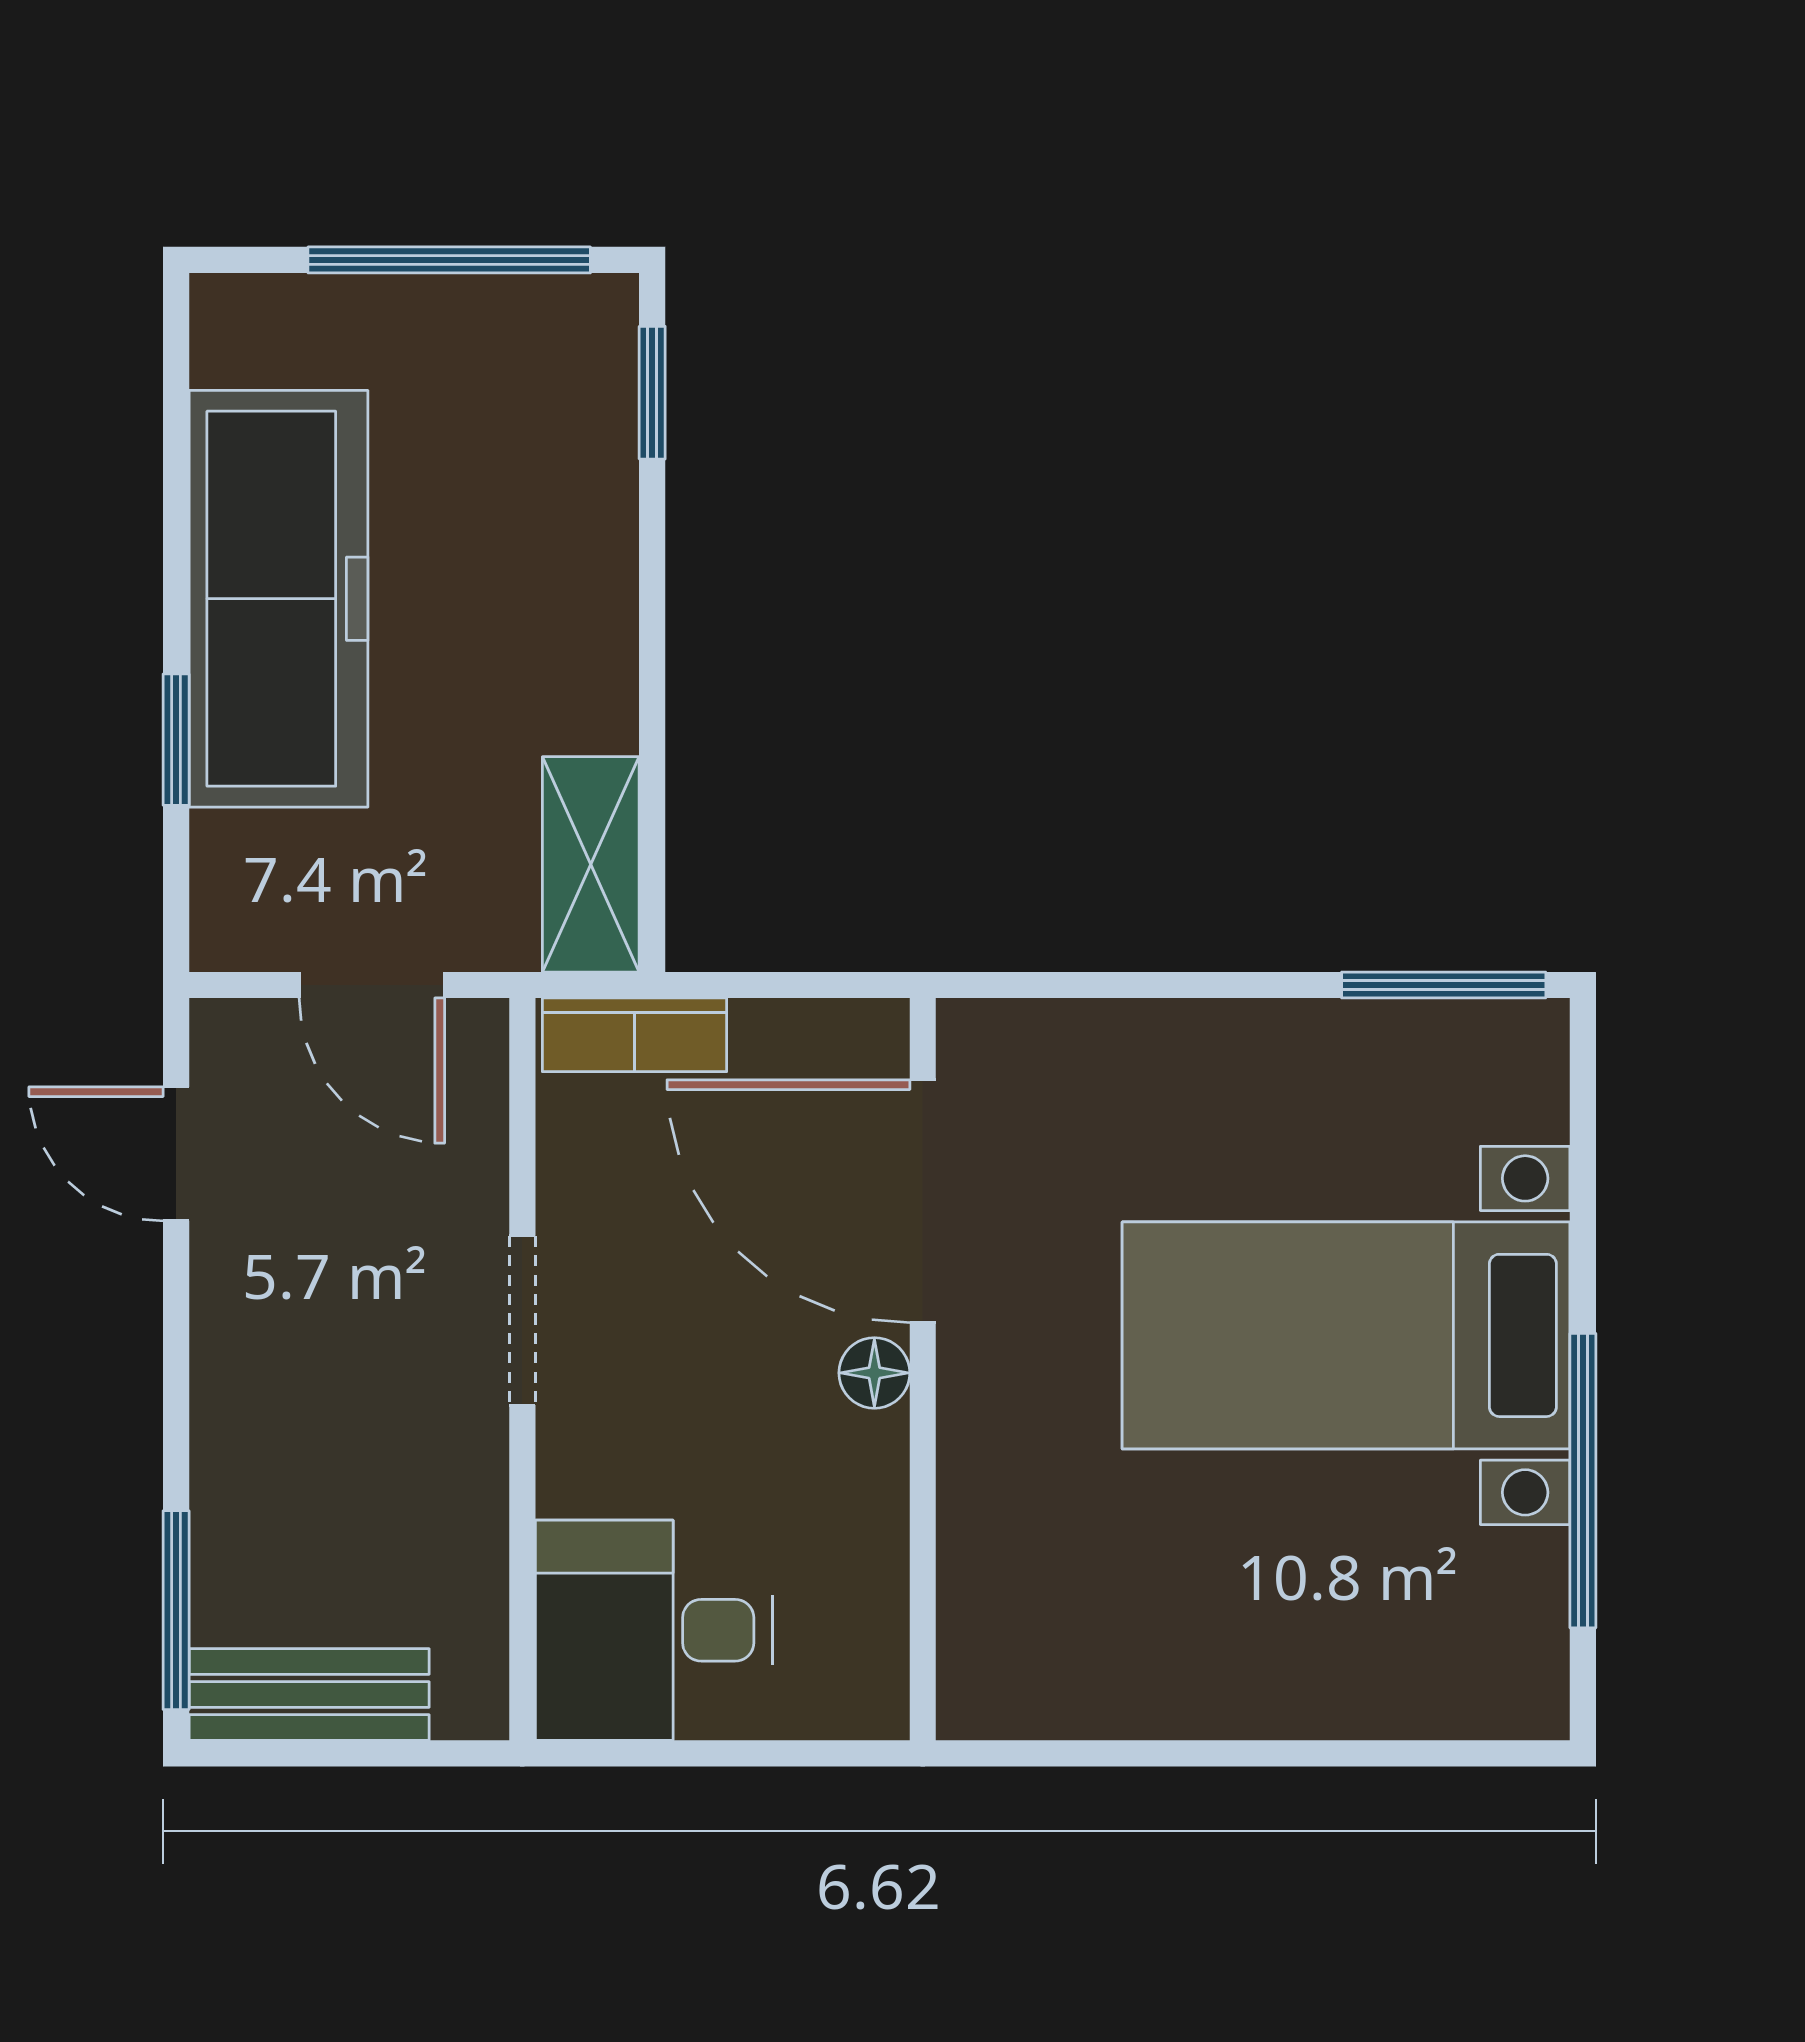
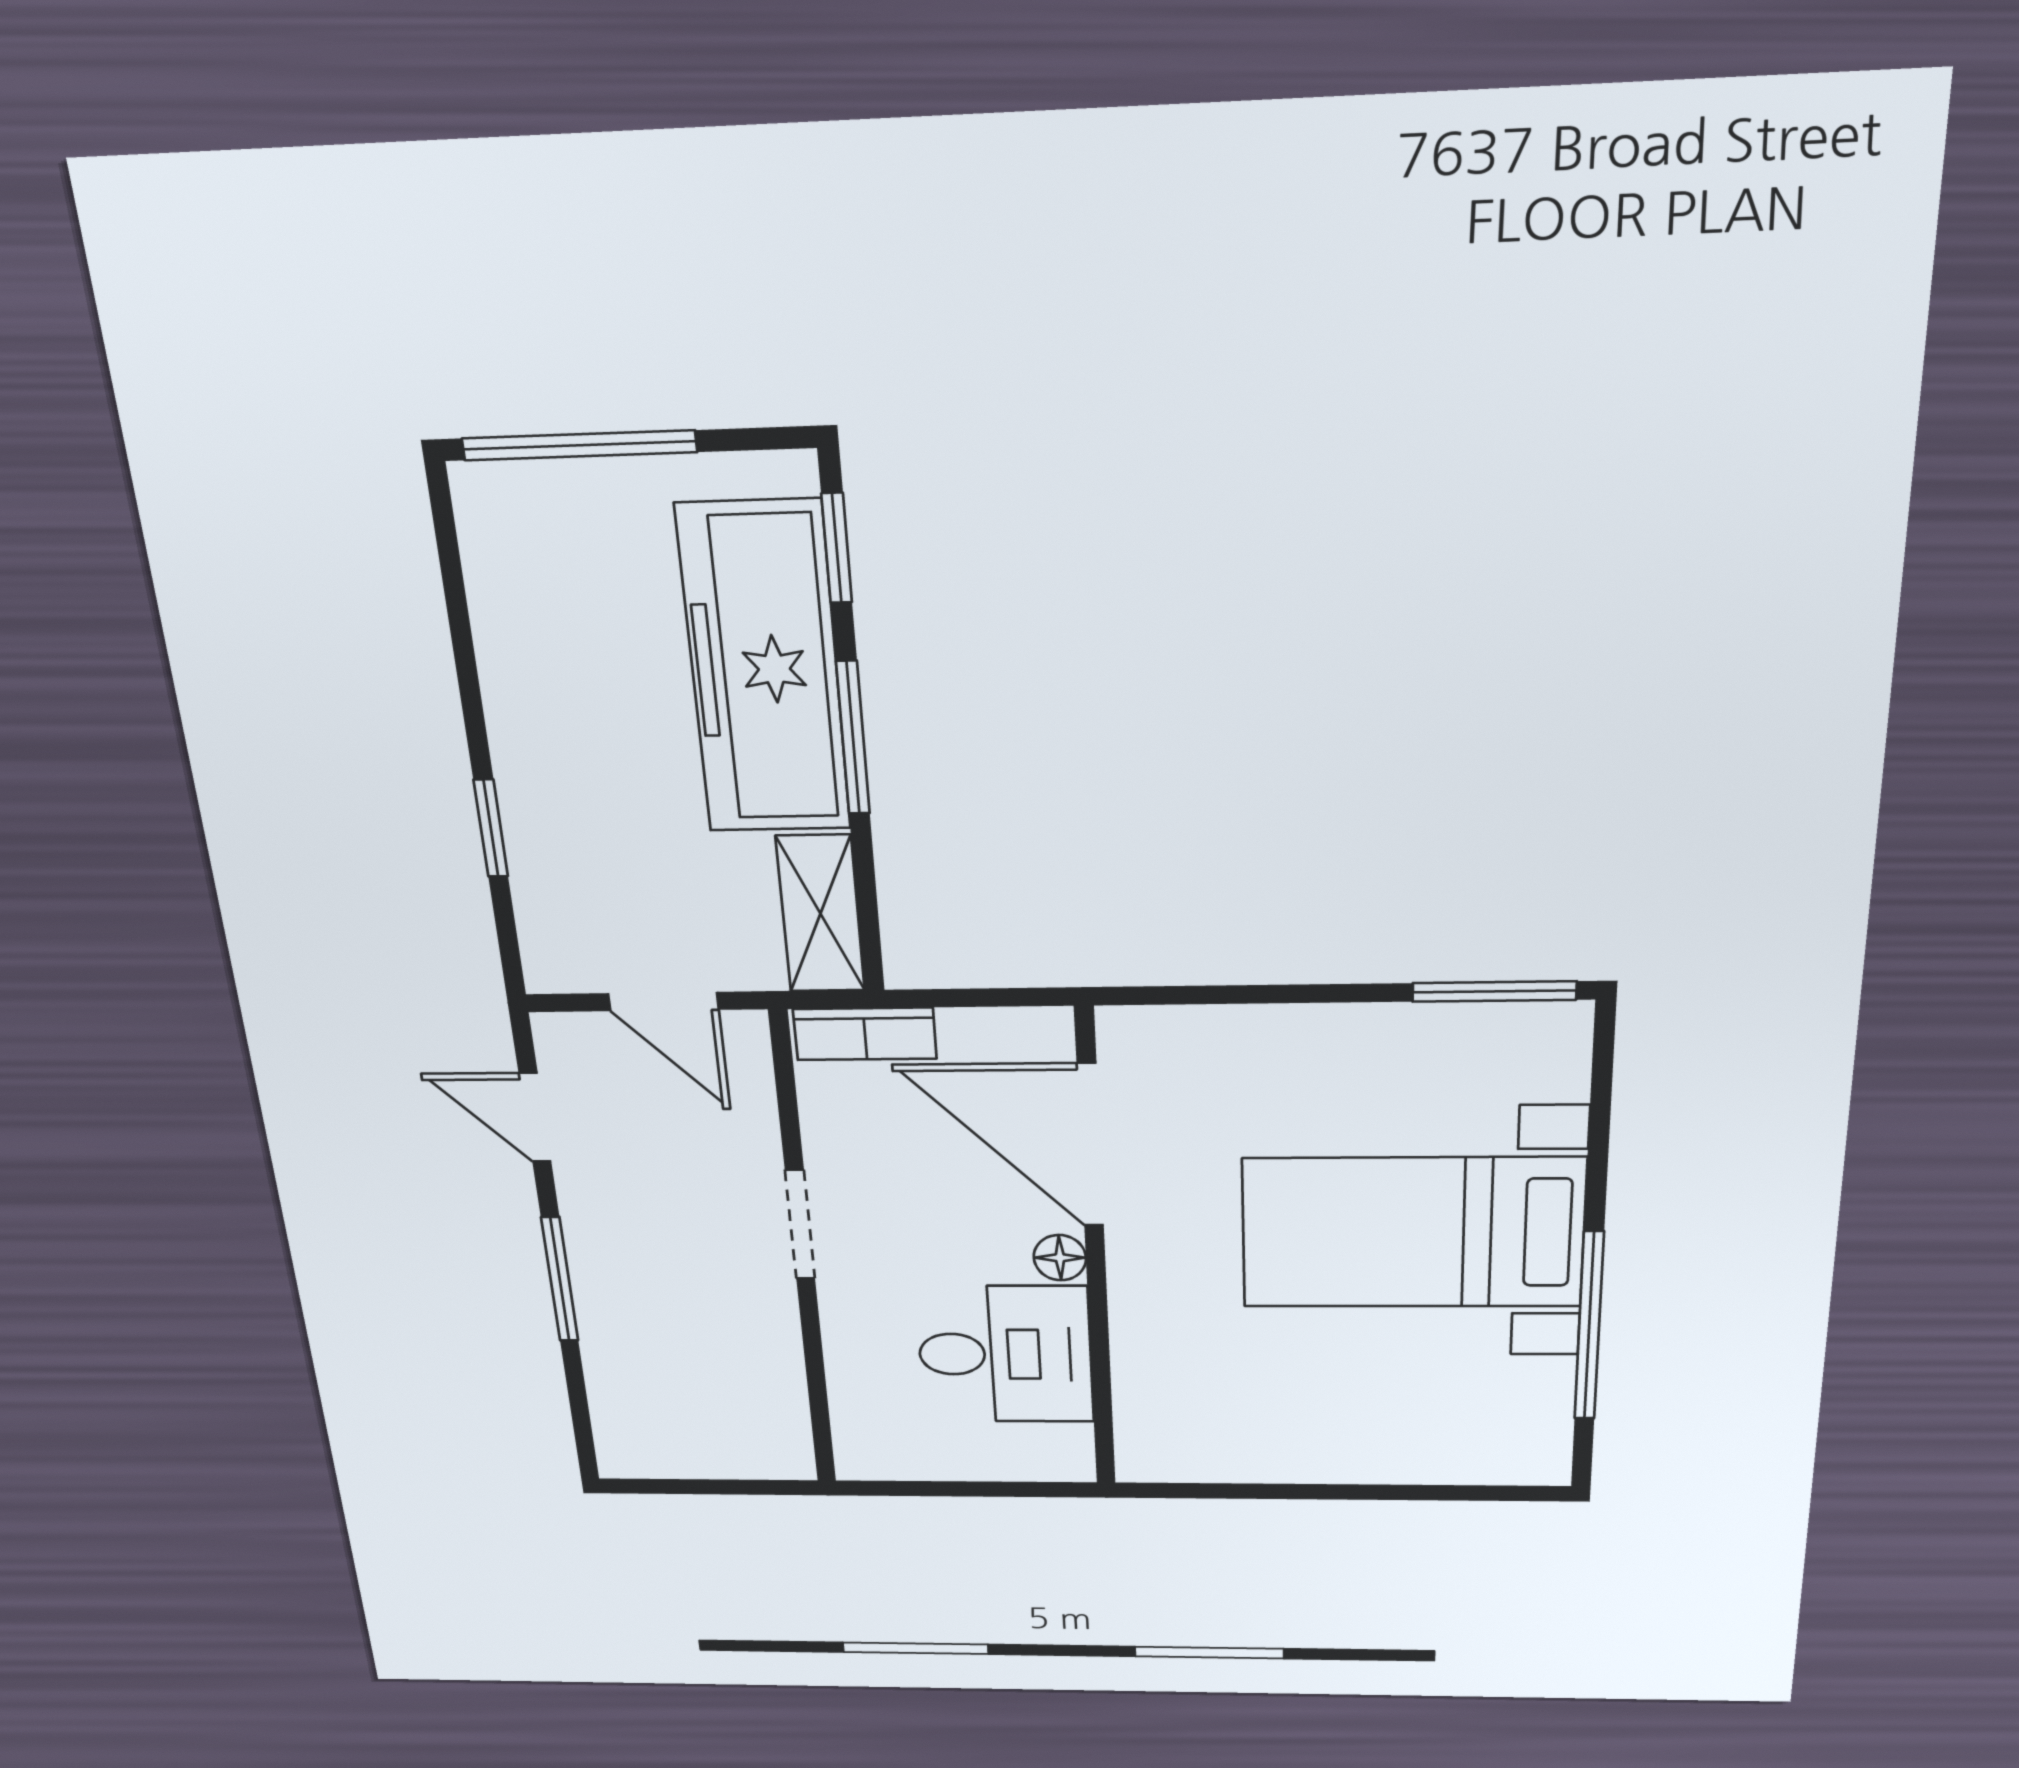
window: (449, 260) -> (579, 445), moved
freezer: (278, 599) -> (764, 669), moved, turned 180
window: (652, 630) -> (853, 738), added
window: (176, 1610) -> (560, 1279), moved
desk: (654, 1630) -> (1005, 1354), moved, turned 180
bench: (309, 1695) -> (677, 1453), removed

